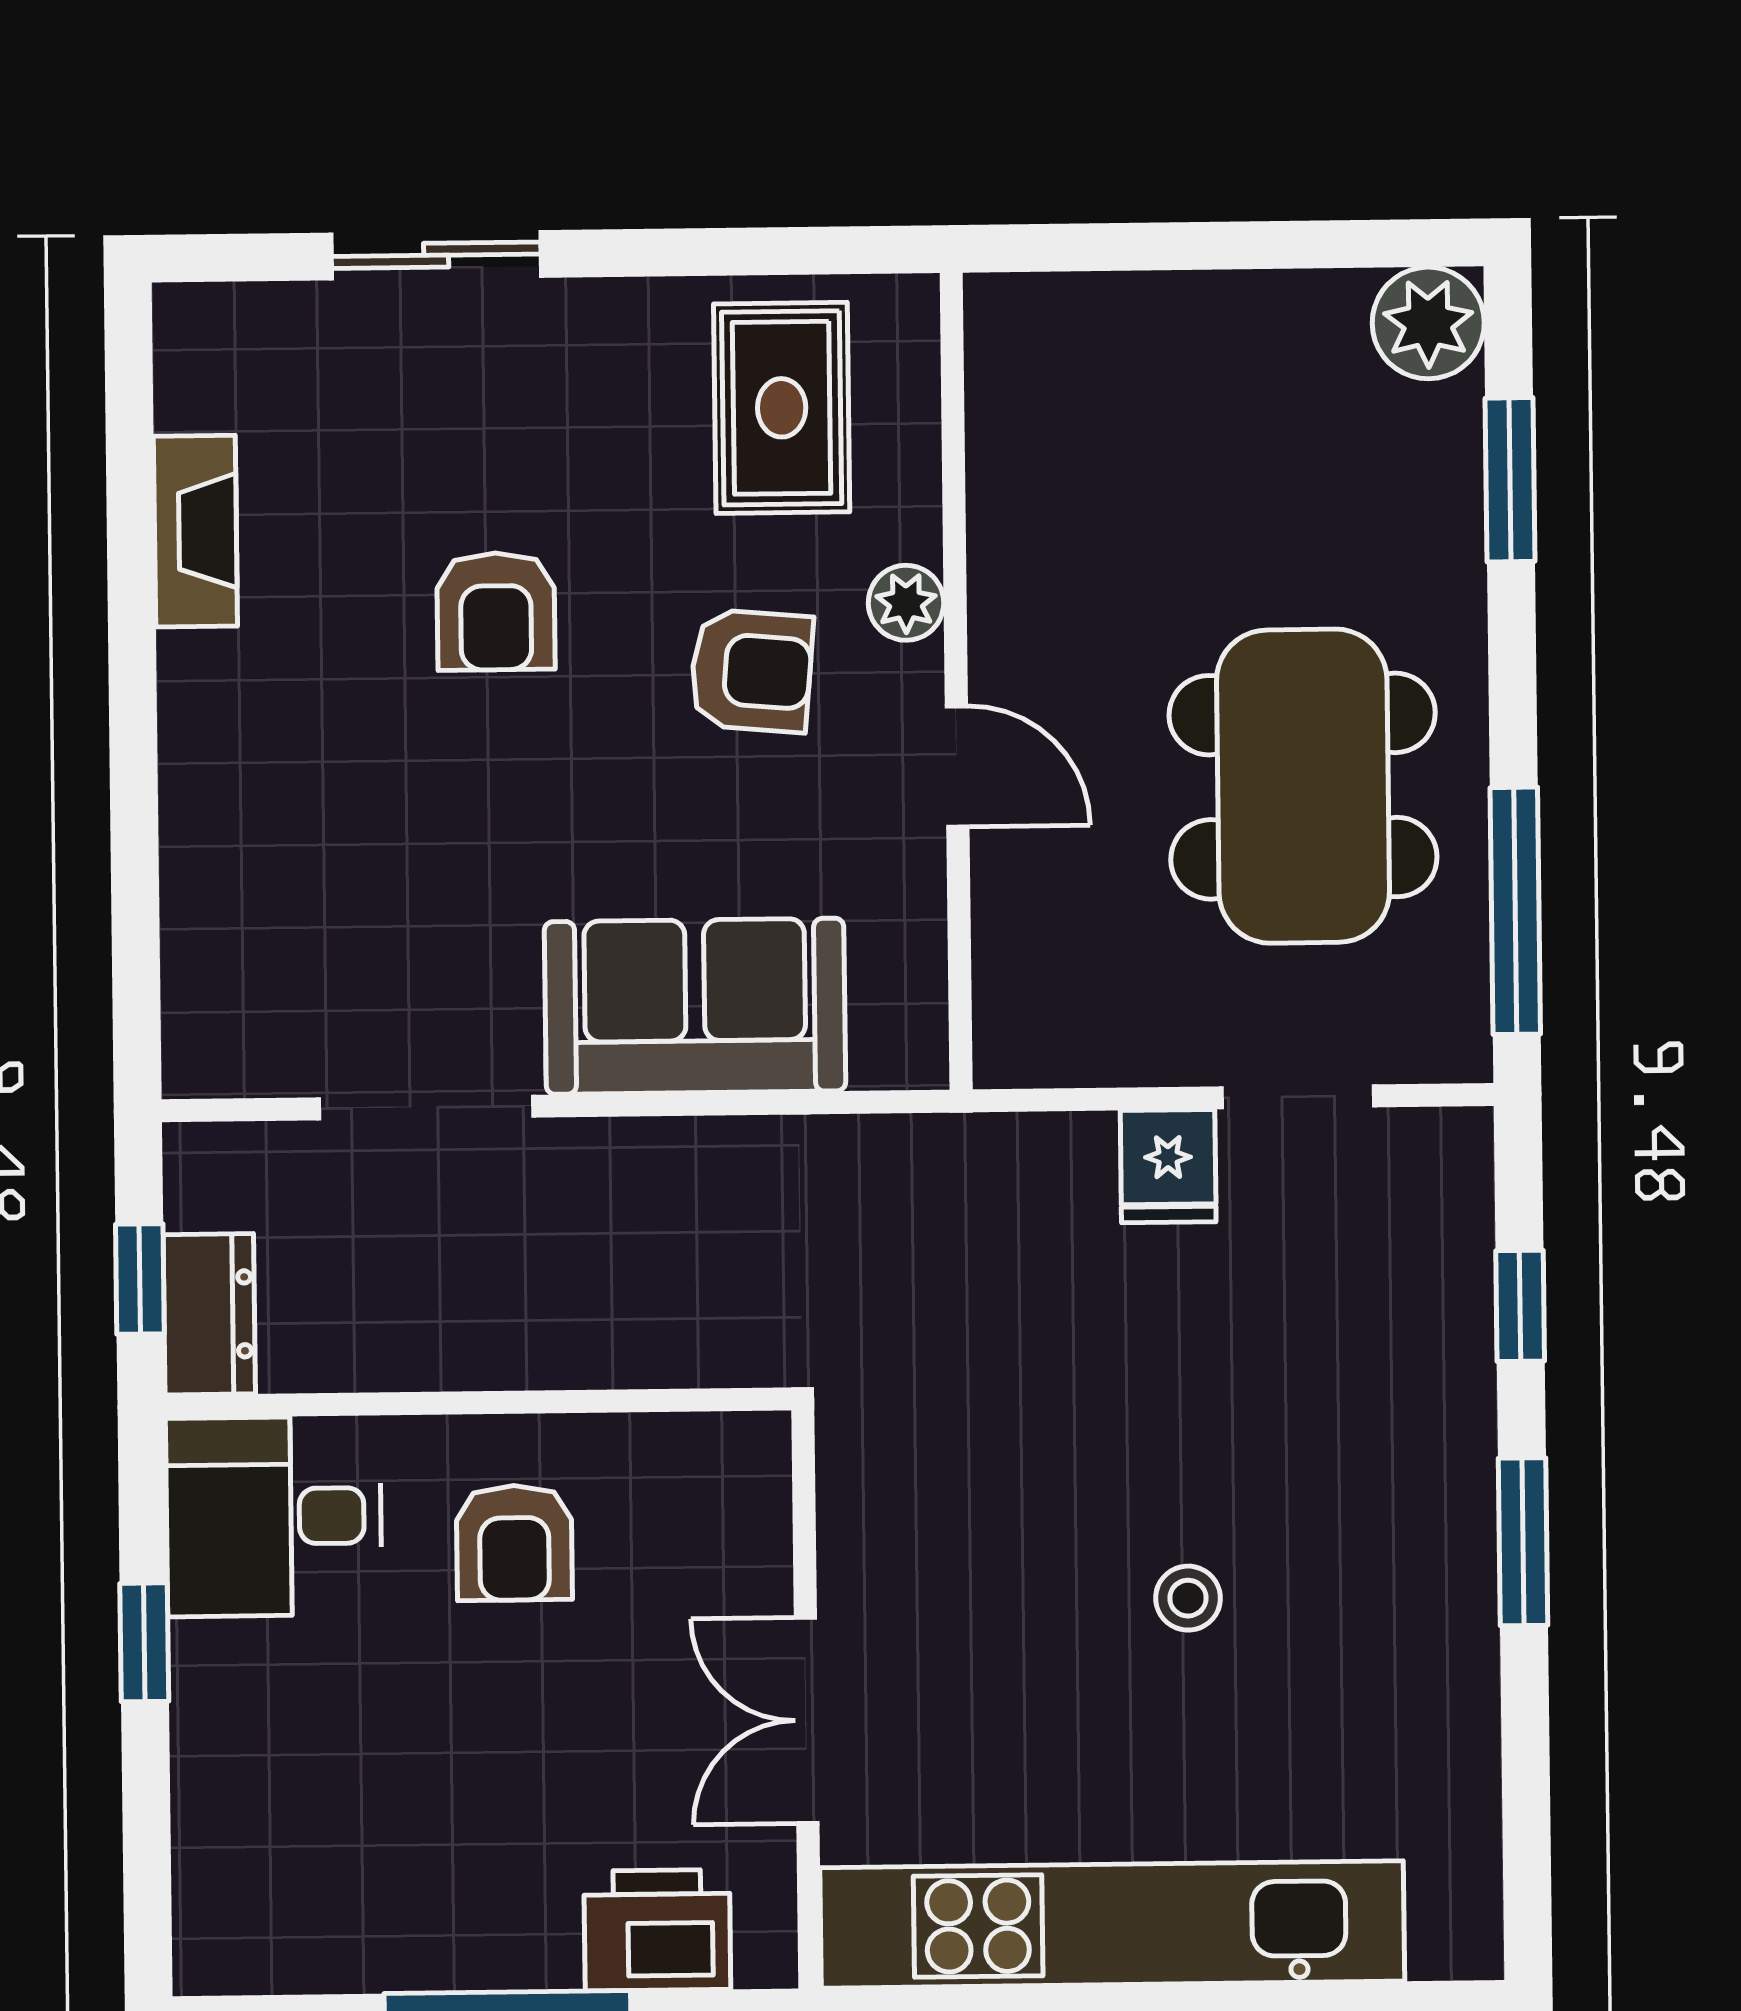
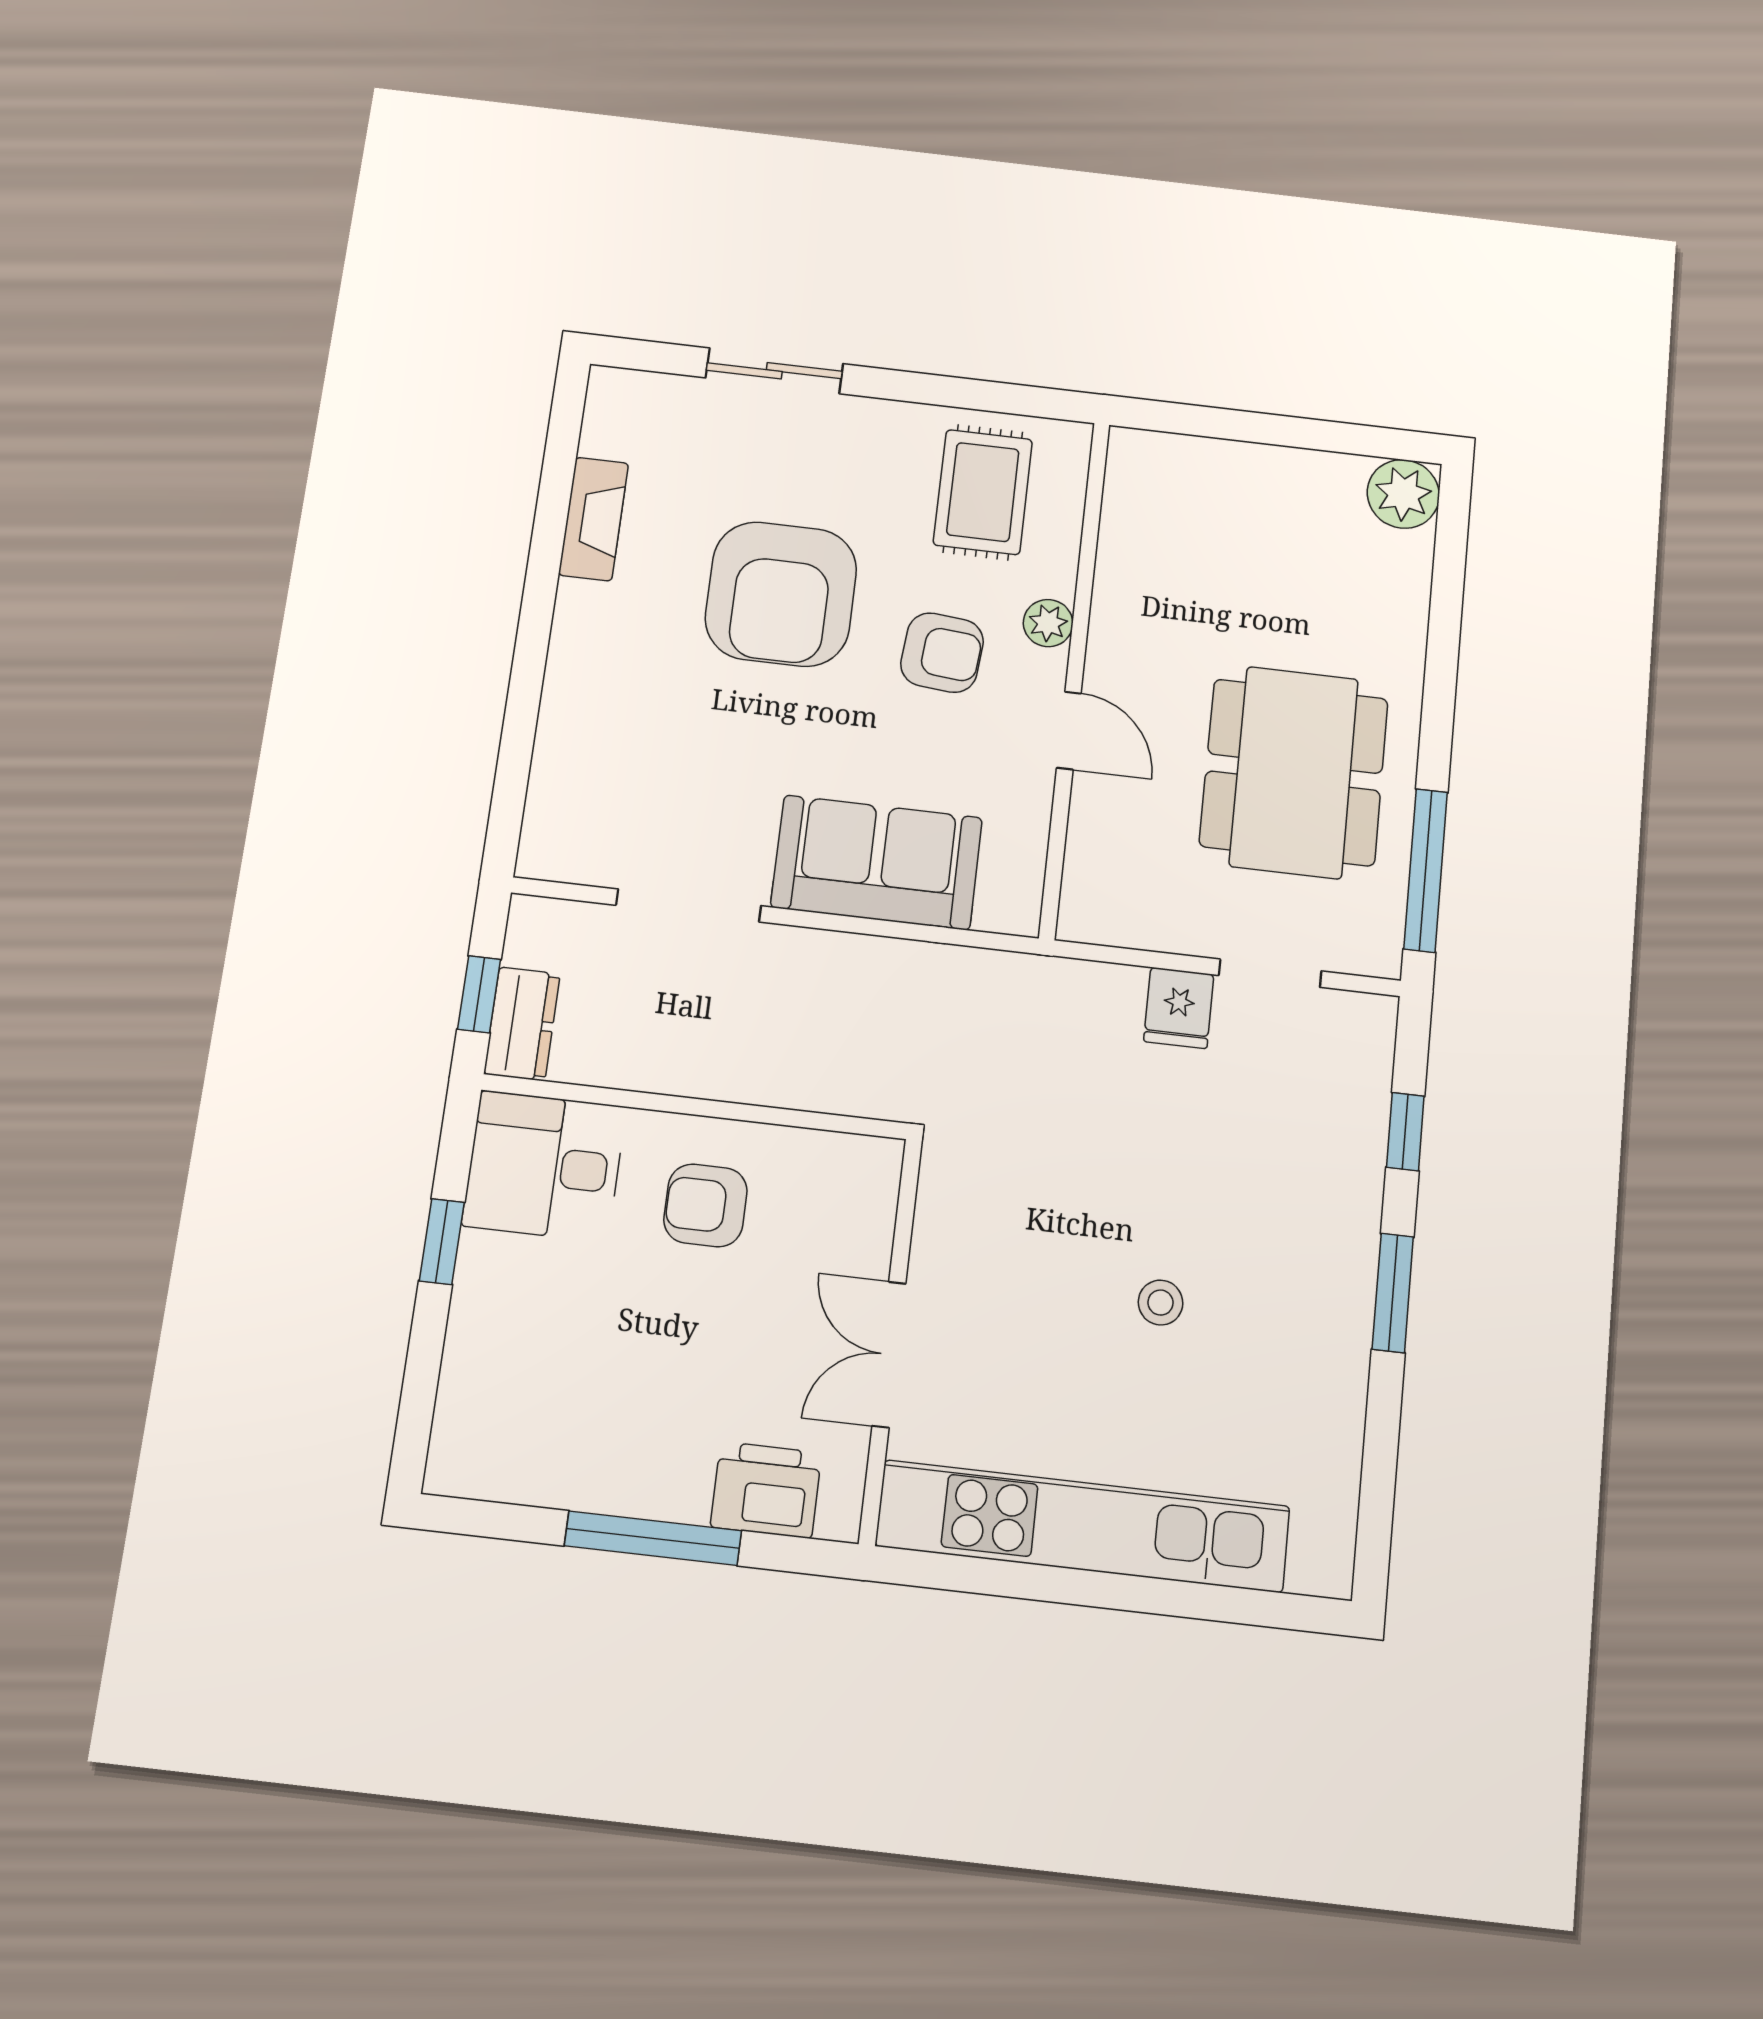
window: (1510, 480) -> (1447, 597), removed
armchair: (496, 611) -> (781, 594), width x1.88, depth x1.88
armchair: (514, 1543) -> (705, 1205), turned 90

